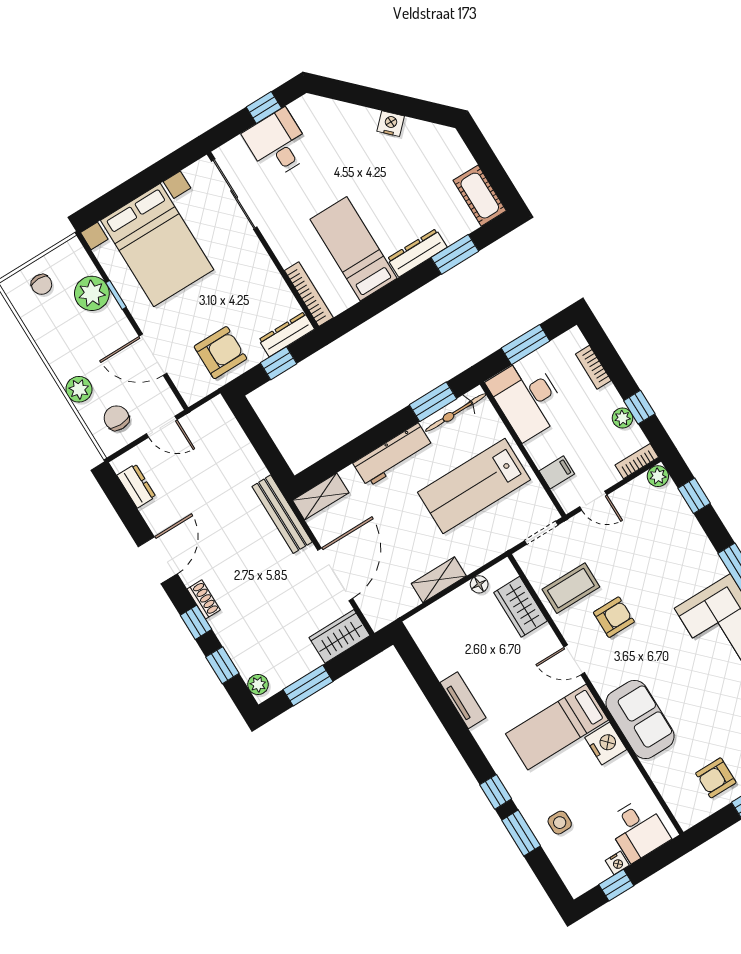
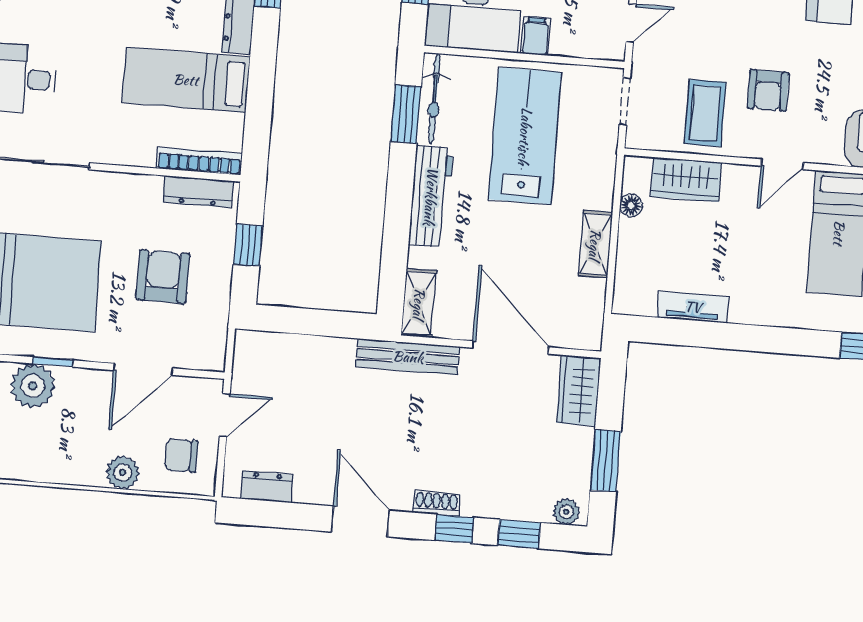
dresser: (287, 334) -> (198, 192), moved, turned -90
armchair: (220, 353) -> (163, 277), moved
filing cabinet: (557, 472) -> (536, 36), moved
lab bench: (474, 486) -> (525, 136), turned 180
armchair: (614, 617) -> (768, 90), turned 180
tv unit: (463, 700) -> (693, 307), moved

